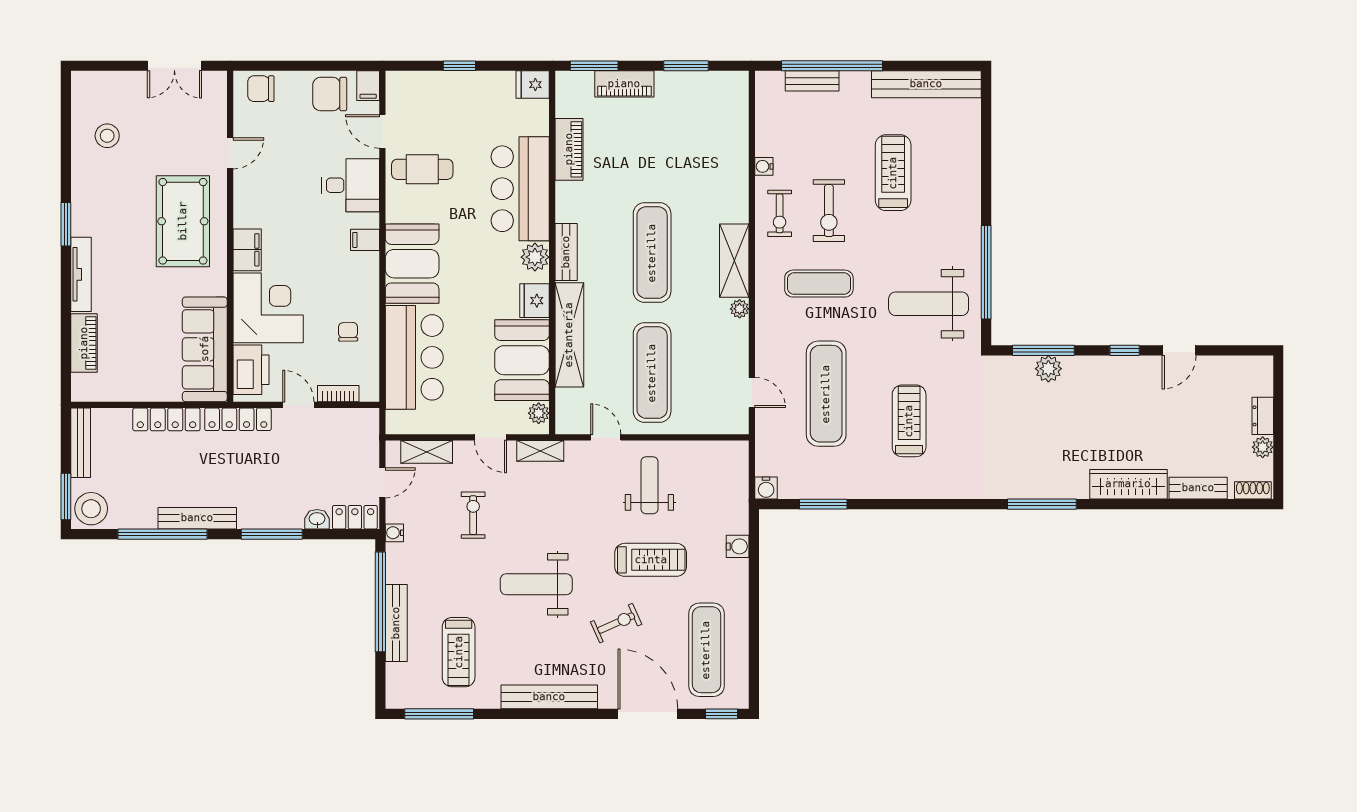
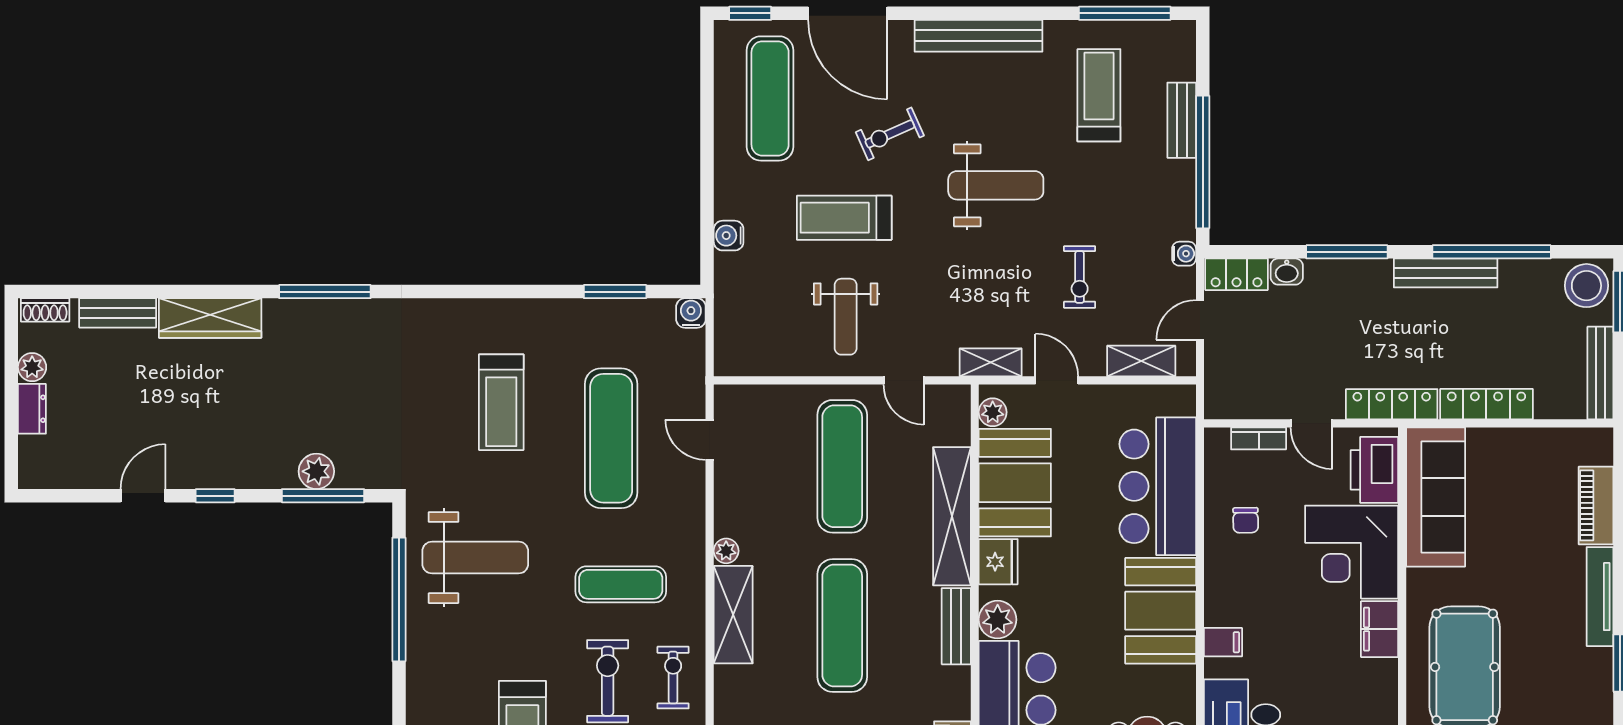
bench: (396, 623) -> (1182, 120), width x0.73

